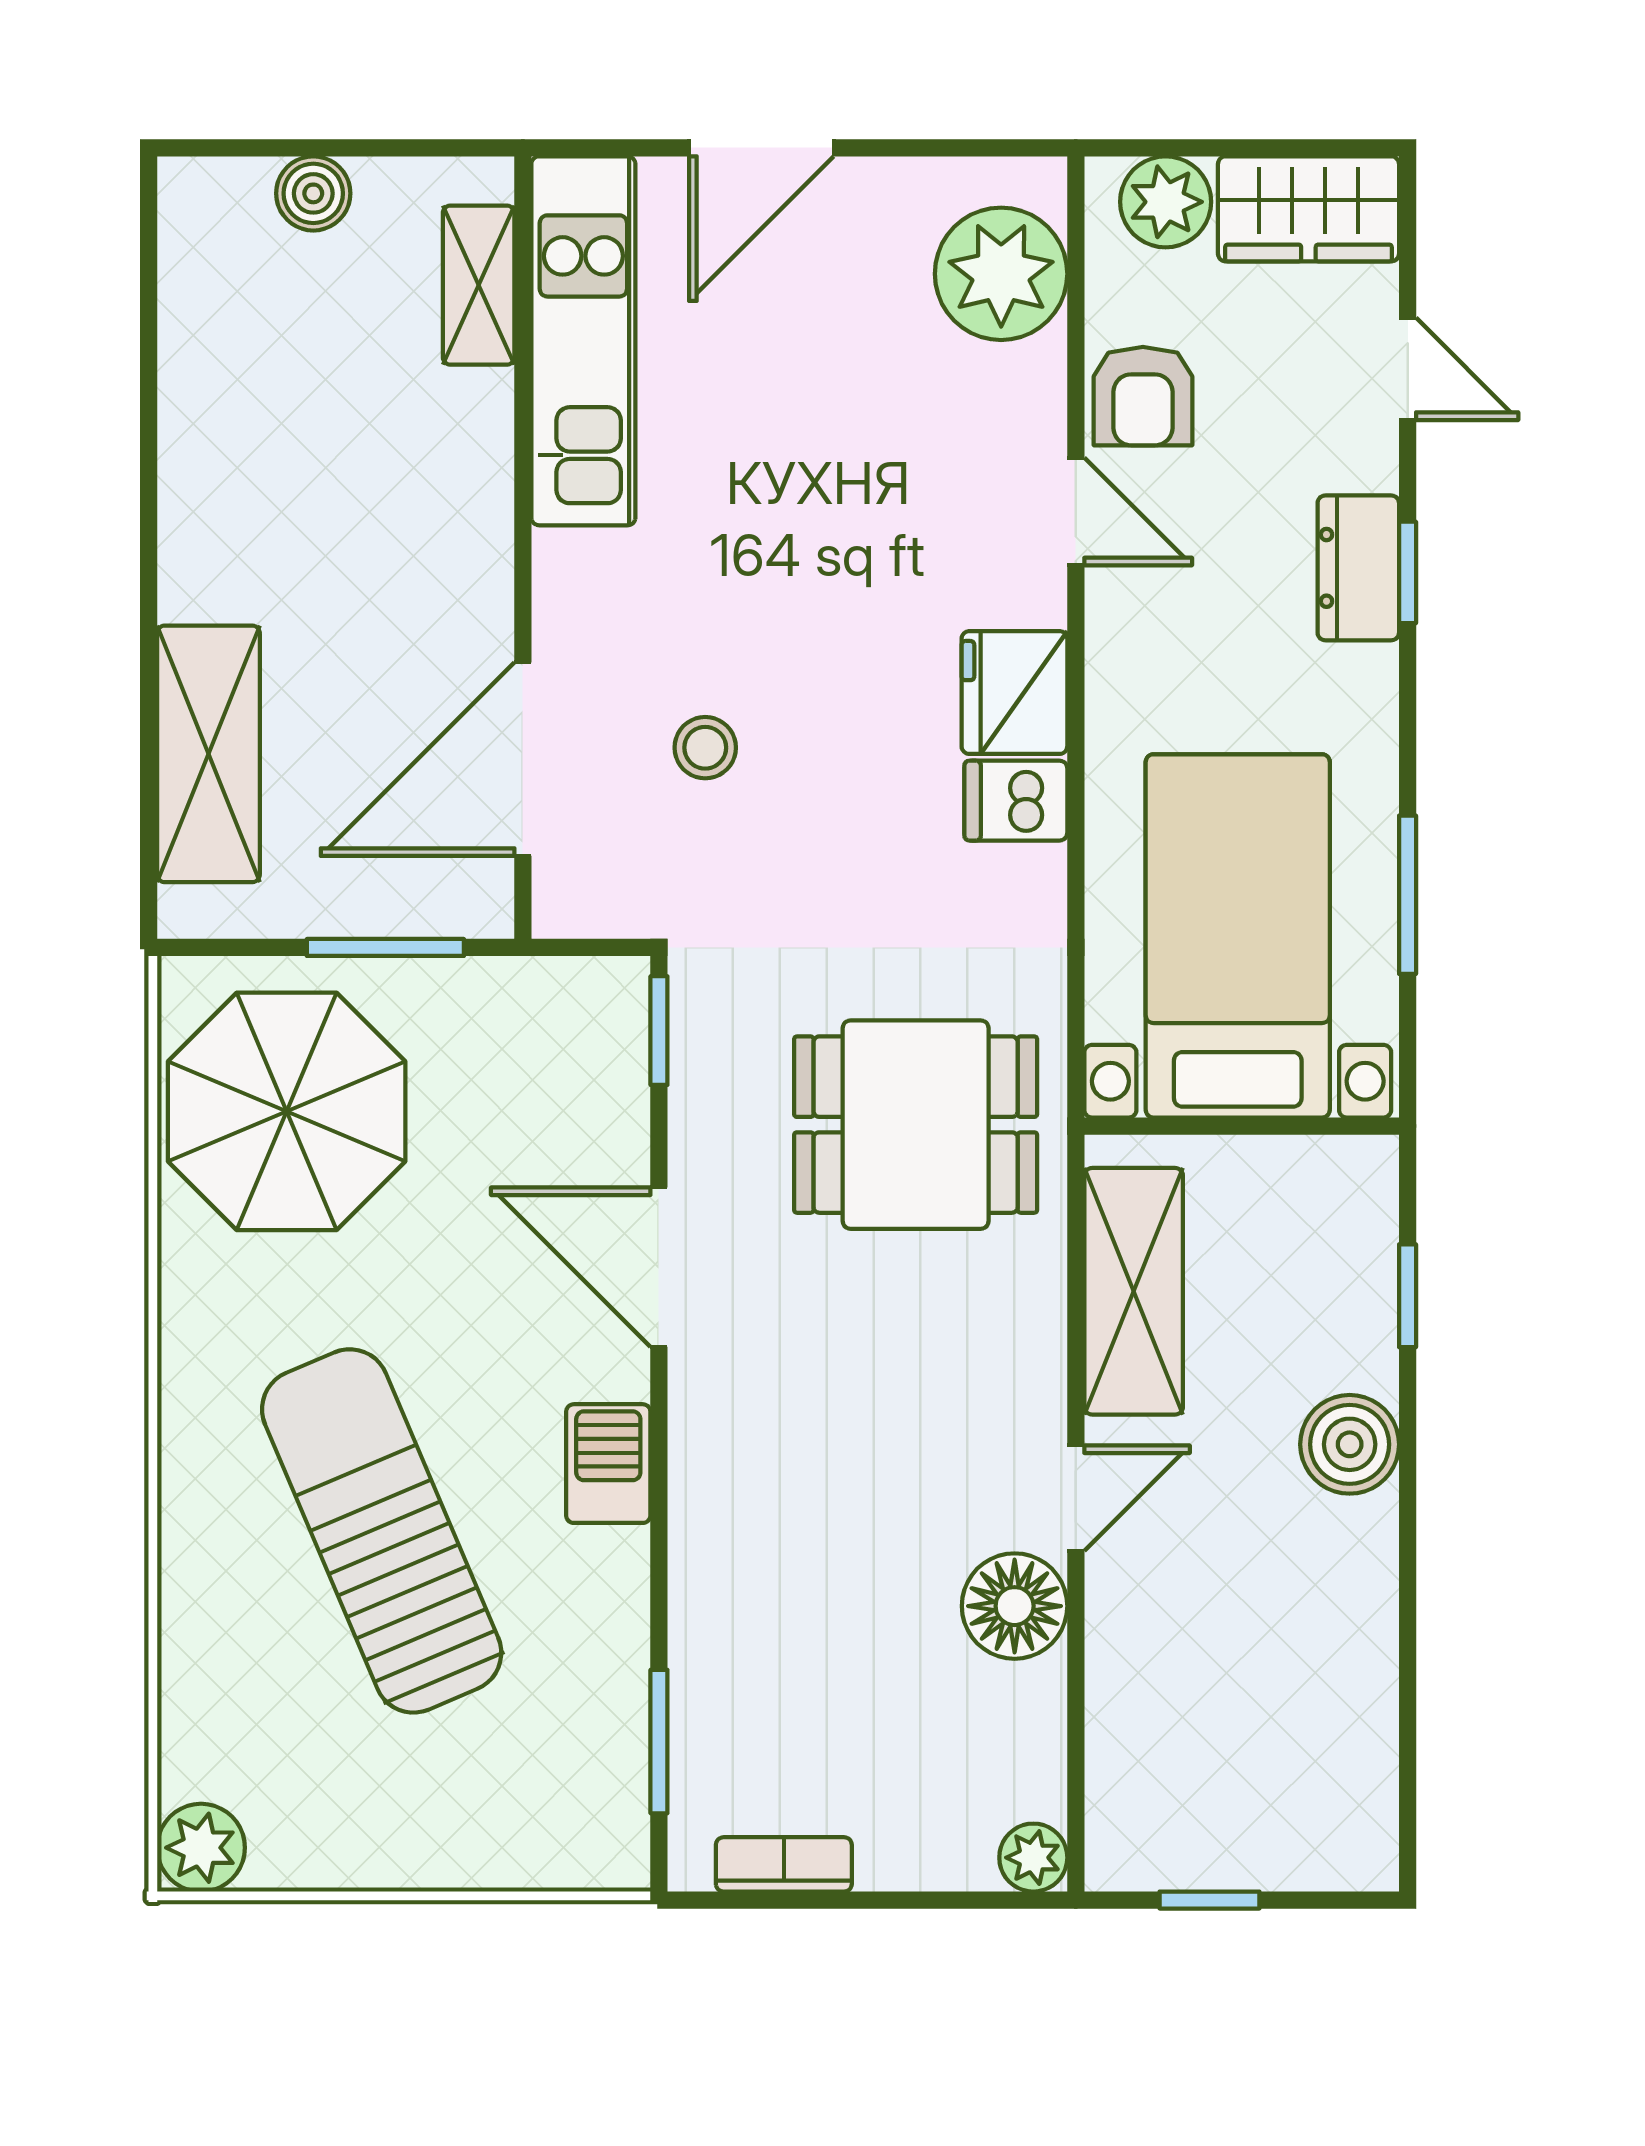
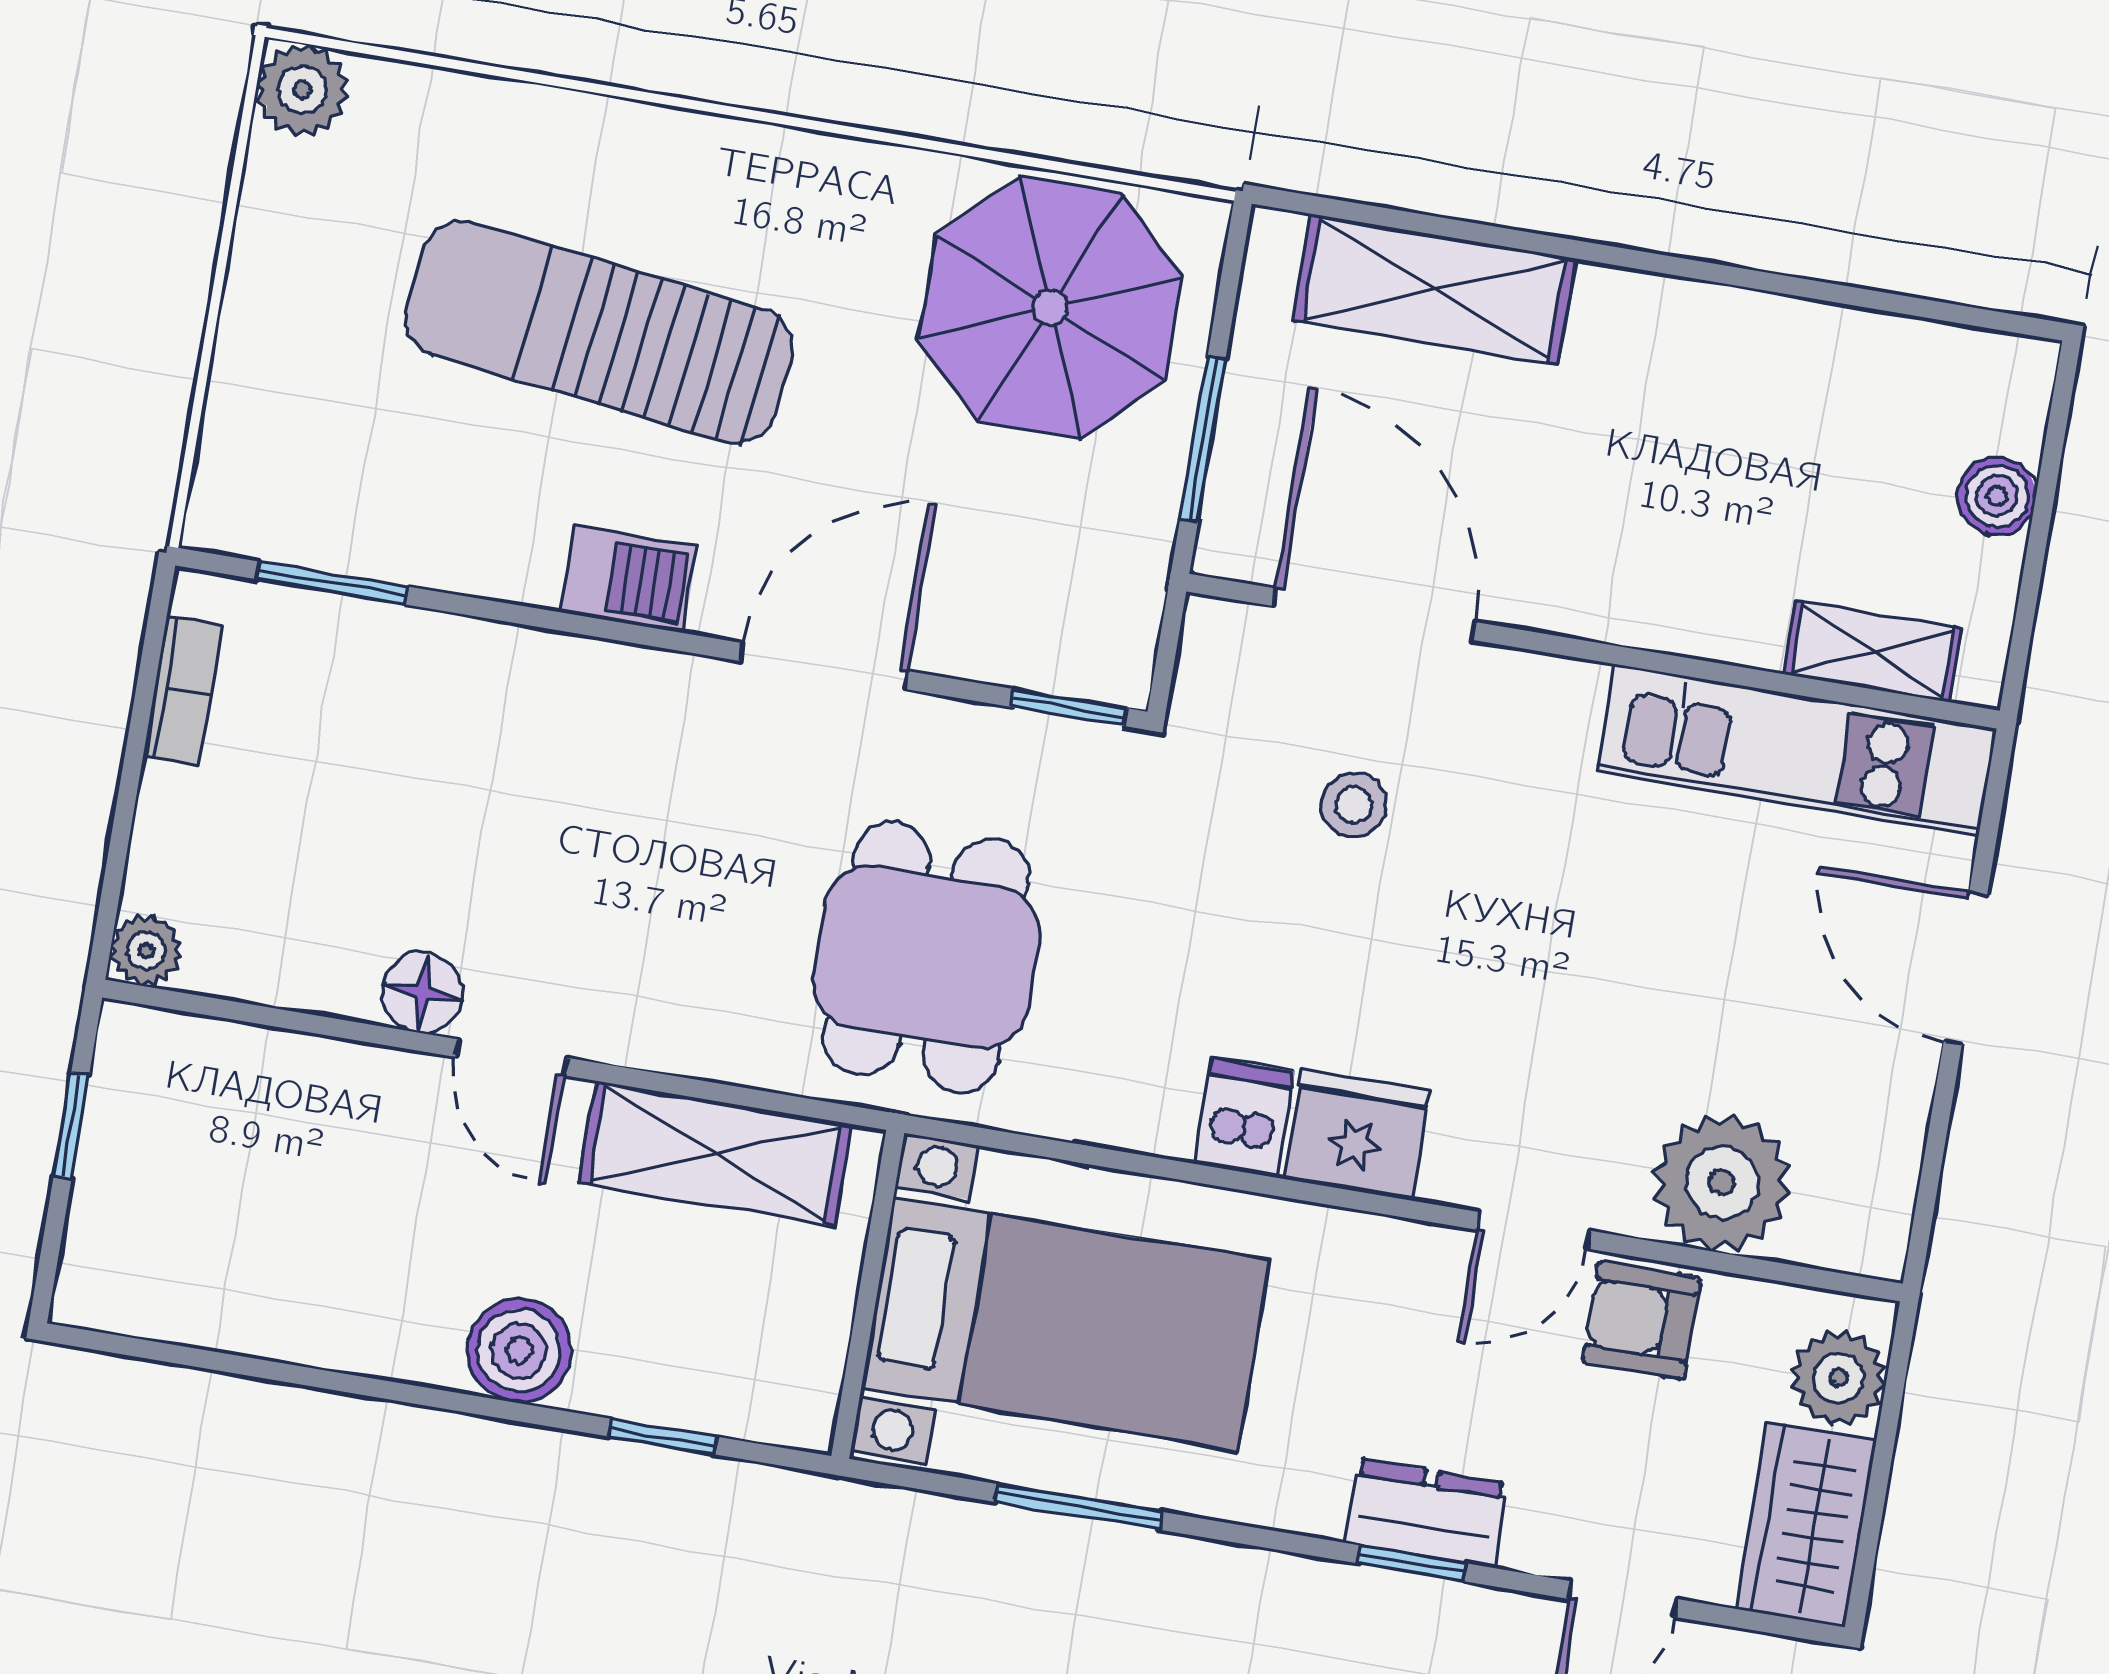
plant: (1001, 274) -> (1722, 1183), moved
sun lounger: (382, 1531) -> (599, 332), turned -150
floor lamp: (1015, 1606) -> (423, 992), width x0.73, depth x0.73

